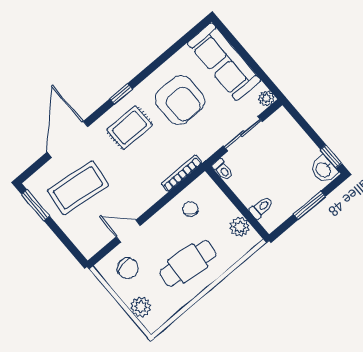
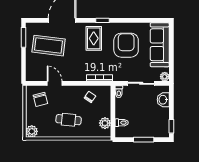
armchair: (180, 100) -> (126, 45), turned 180
rug: (130, 128) -> (94, 38), turned 90
washbasin: (324, 170) -> (163, 100), moved
cafe table: (188, 263) -> (69, 120), width x0.73, depth x0.74
plant: (141, 307) -> (32, 131), moved

